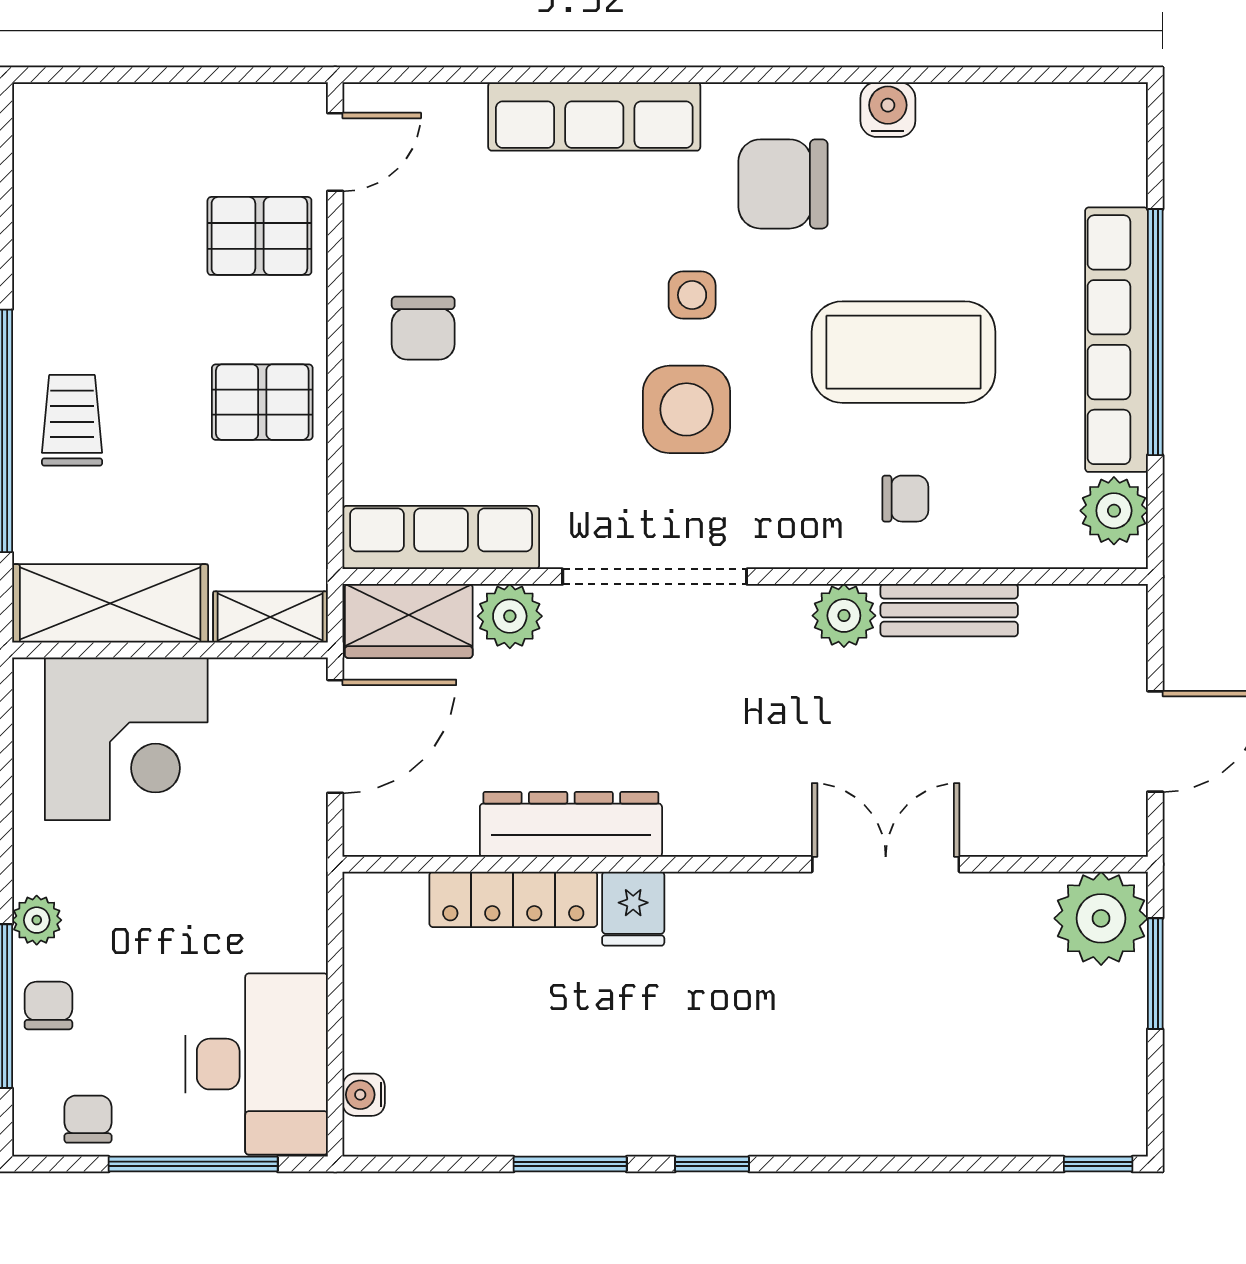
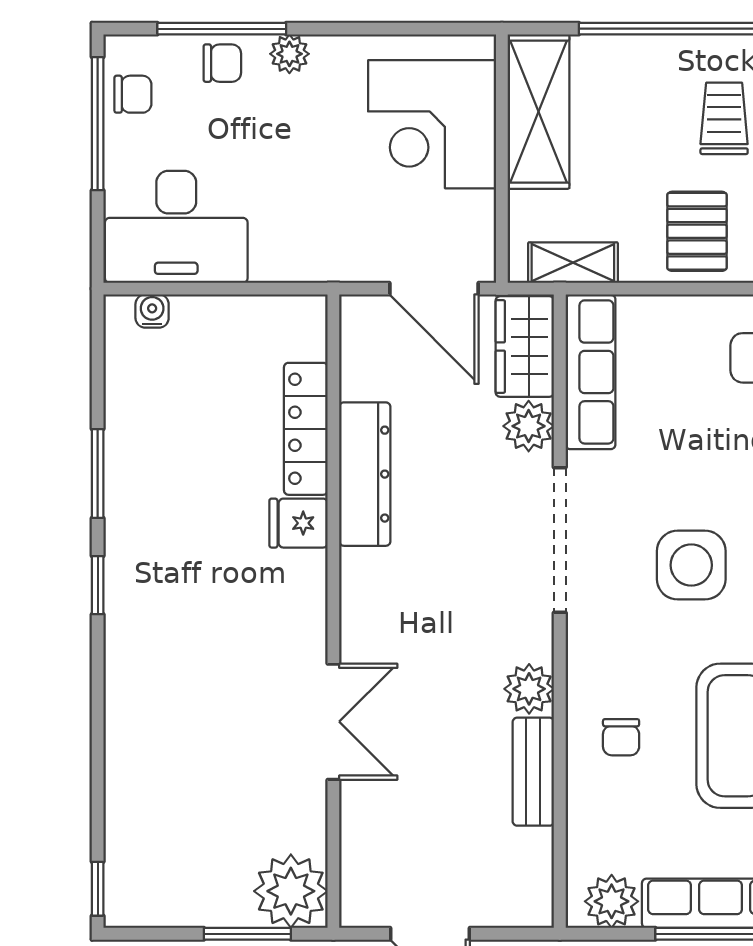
trolley: (72, 420) -> (724, 118), moved, turned -90
shelving: (270, 617) -> (573, 263), moved, turned 90
window: (193, 1164) -> (98, 124), moved

